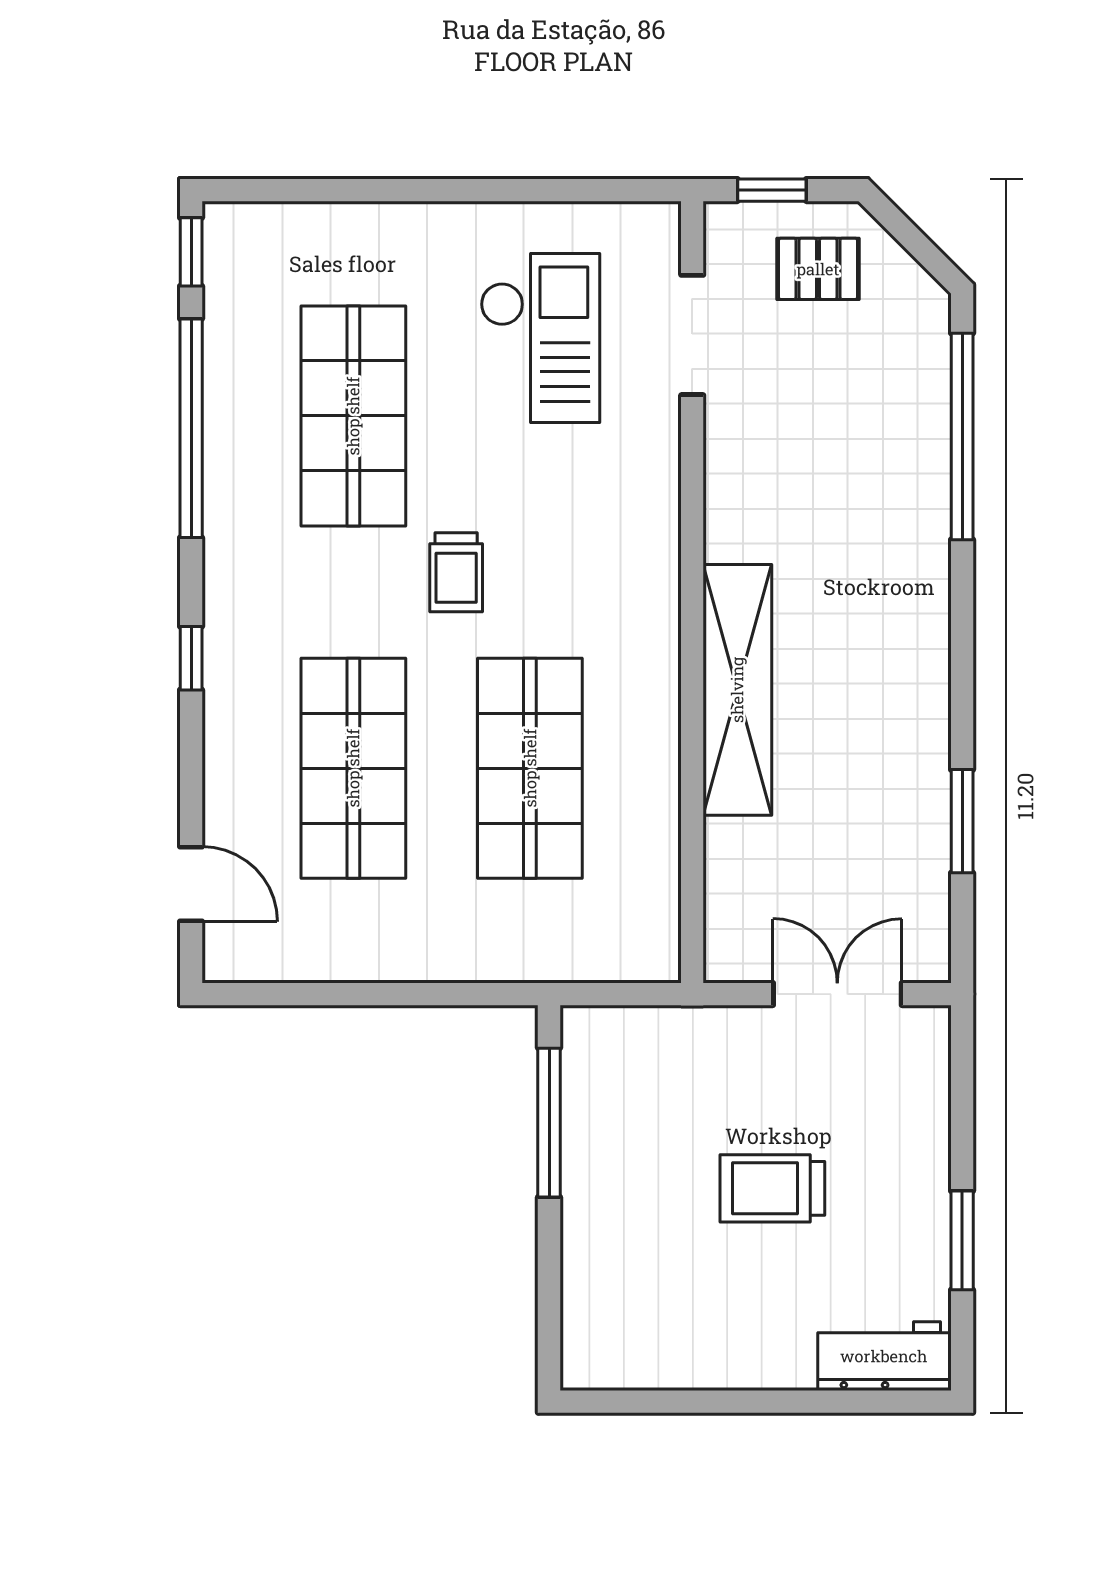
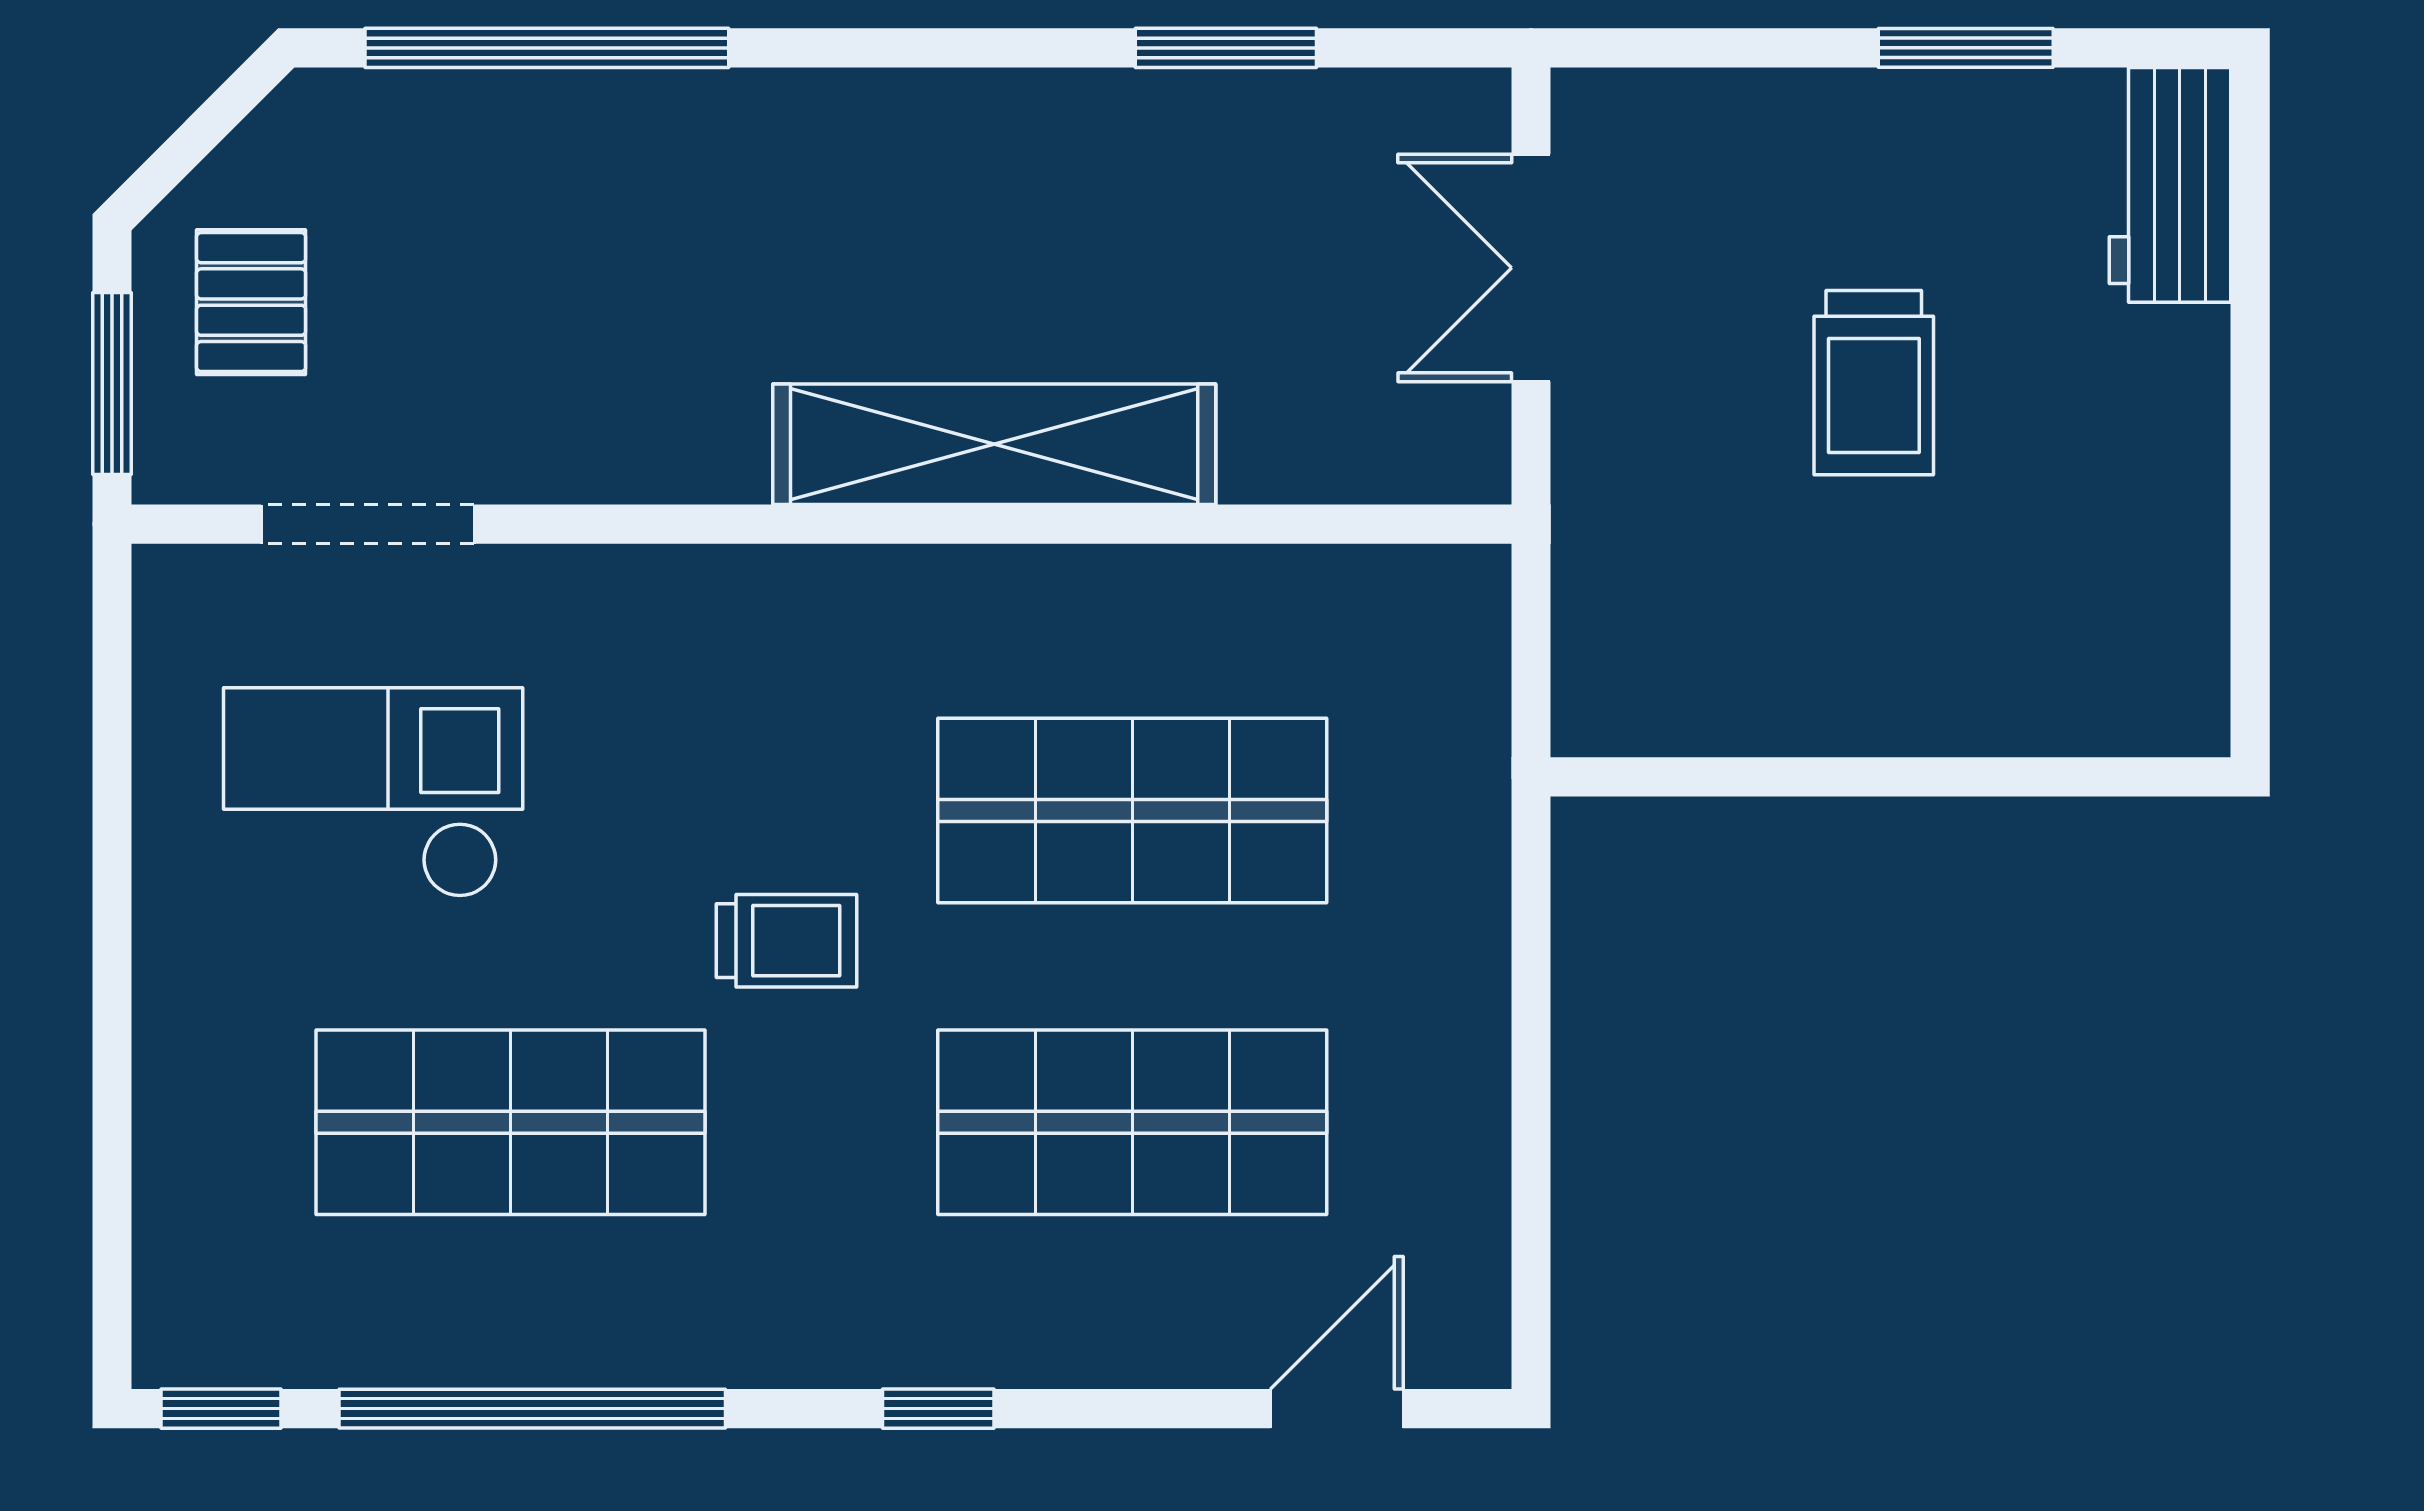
window: (772, 190) -> (112, 383), width x1.50
window: (549, 1123) -> (1758, 777), removed

